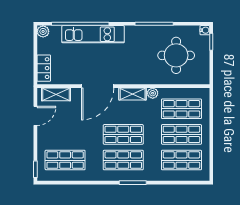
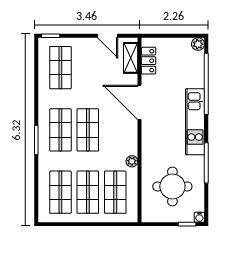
kitchen unit: (93, 34) -> (195, 122), moved
locker: (44, 68) -> (148, 61), moved, turned -90
shelving: (133, 94) -> (131, 140), removed

